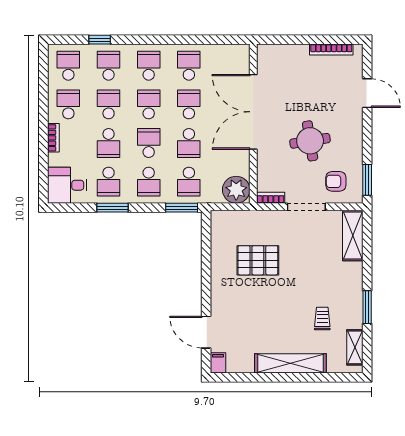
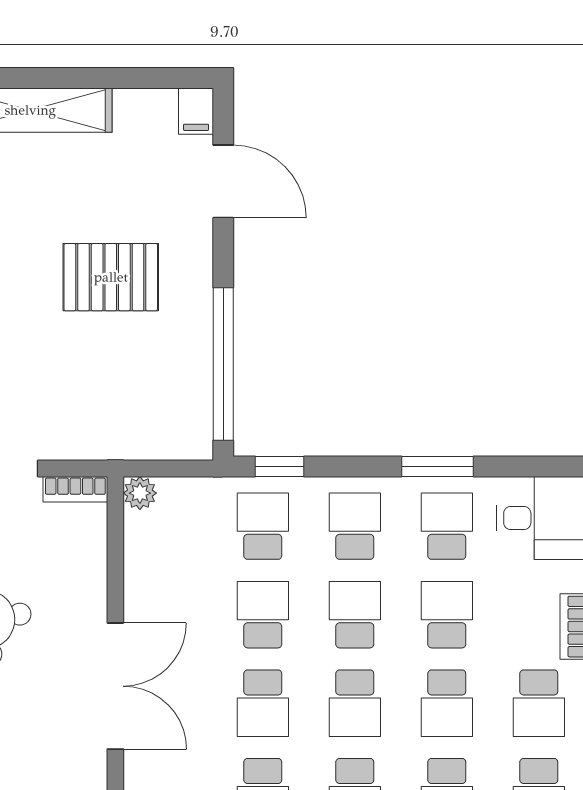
double door: (253, 112) -> (115, 686), width x0.73
school desk: (149, 143) -> (355, 615), turned 180
plant: (236, 190) -> (140, 493), width x0.53, depth x0.53
window: (182, 208) -> (280, 467), width x0.67
window: (206, 252) -> (223, 364), added
pallet: (258, 260) -> (111, 277), moved

